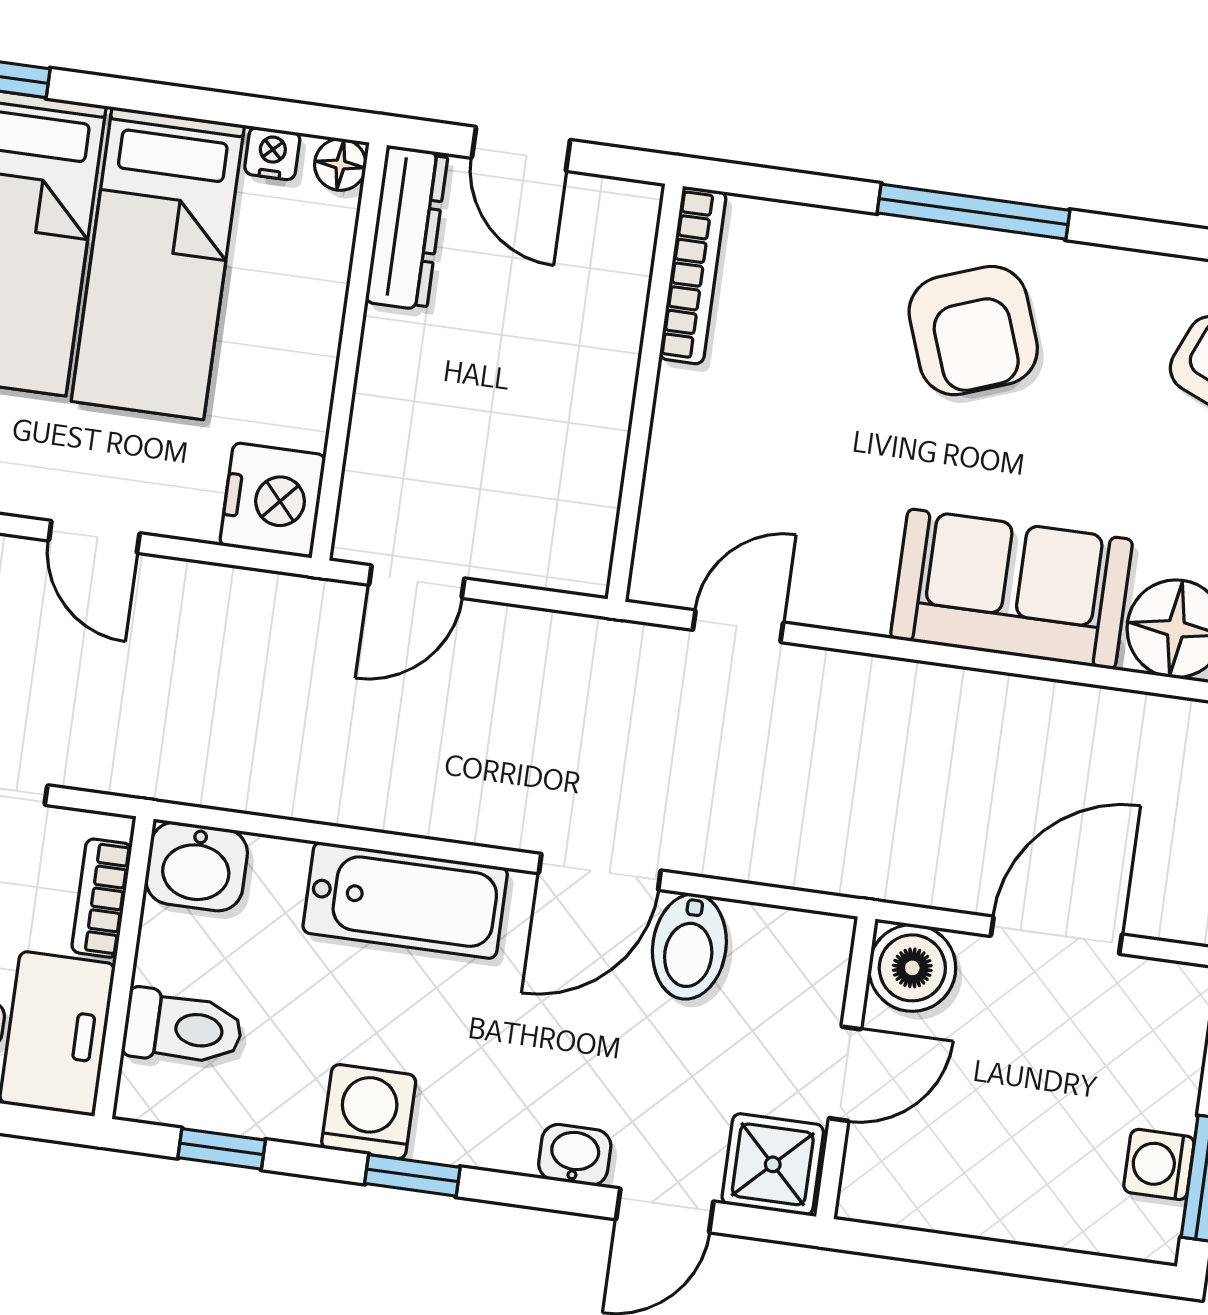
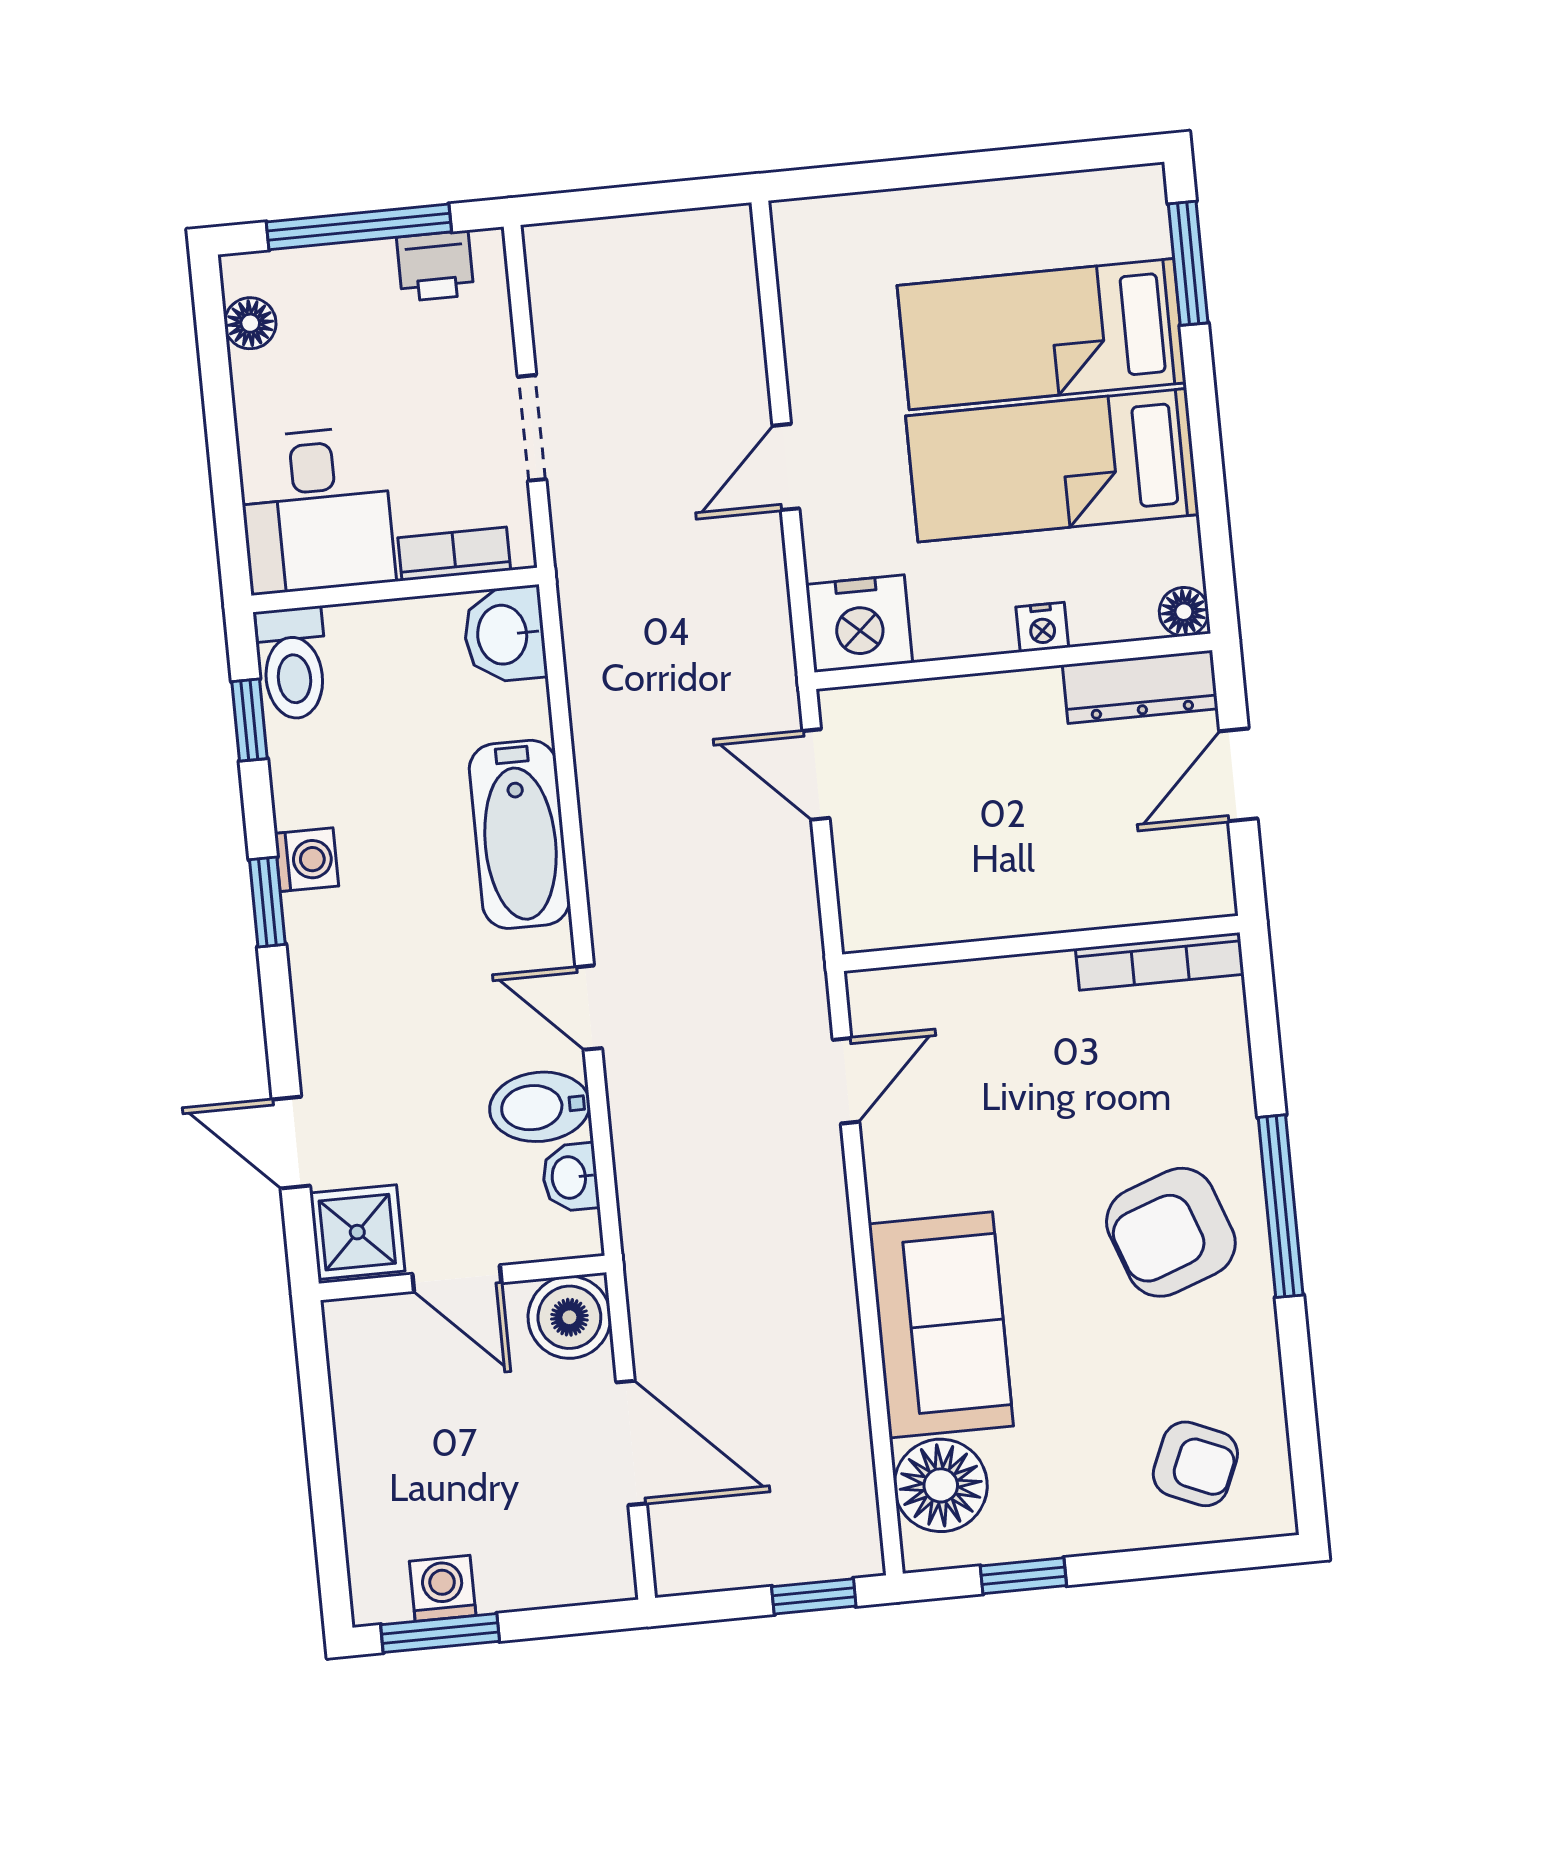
nightstand: (272, 153) -> (1042, 627), moved, turned 90
door: (738, 626) -> (846, 1081), hinge flipped
door: (600, 872) -> (589, 1008), width x0.73
toilet: (183, 1028) -> (293, 663), moved
washing machine: (369, 1112) -> (306, 860), width x0.73, depth x0.73
washbasin: (575, 1155) -> (570, 1177), moved, turned 180

